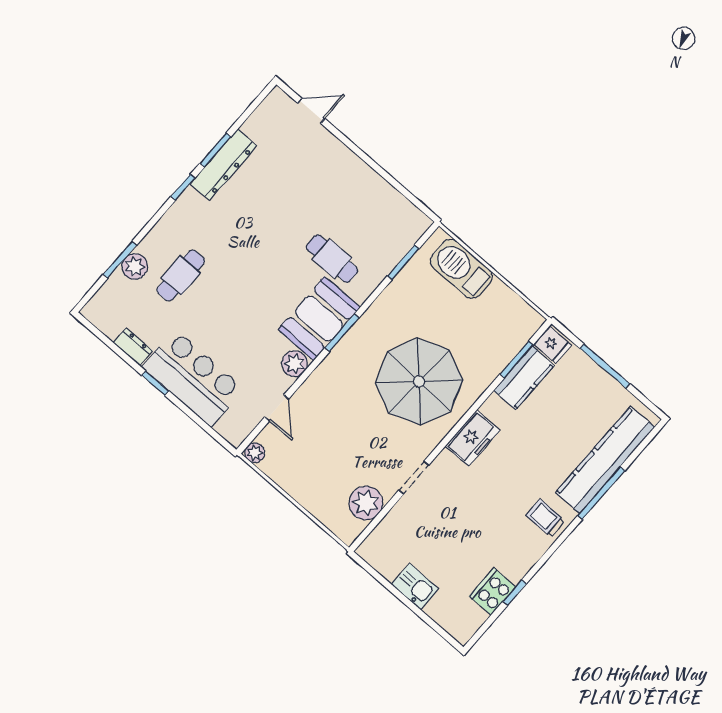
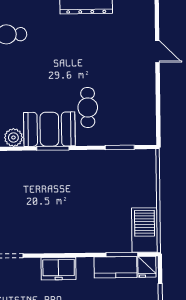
door: (311, 111) -> (157, 51), moved
barbecue: (461, 269) -> (145, 230), moved
parasol: (419, 381) -> (63, 213), removed

